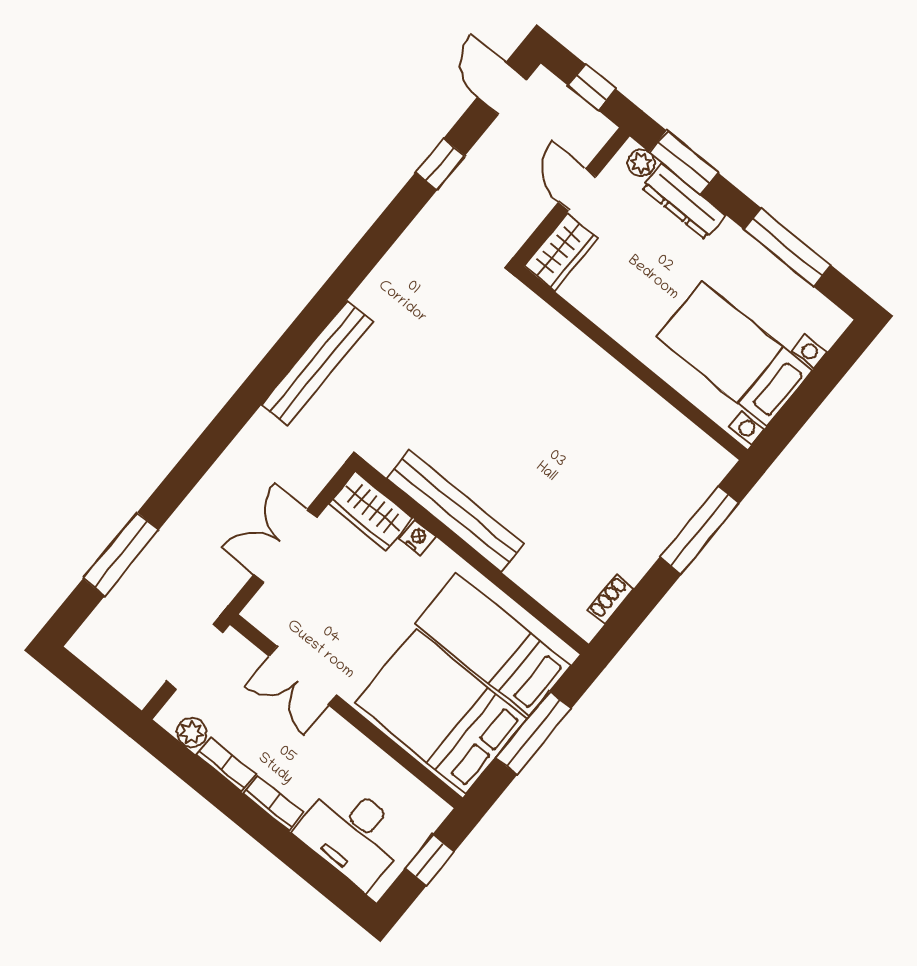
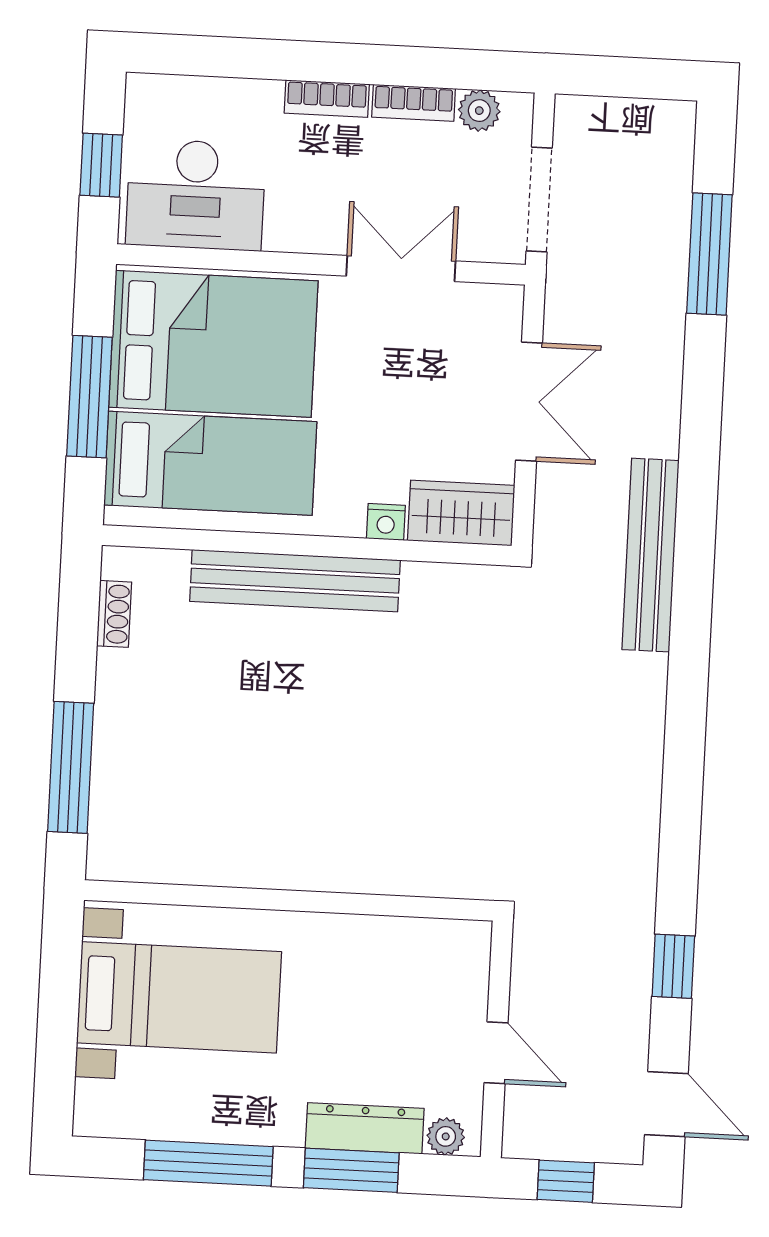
window: (684, 163) -> (351, 1170), moved
wardrobe: (561, 252) -> (462, 968), removed
bench: (317, 363) -> (651, 555), moved
bench: (455, 511) -> (295, 581), moved
desk: (352, 834) -> (196, 195), moved, turned 180

